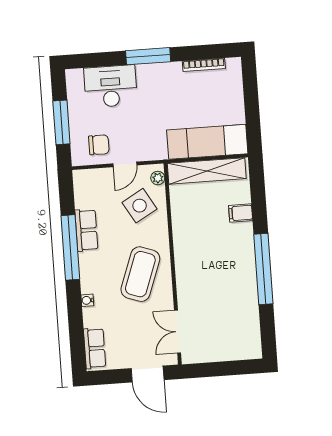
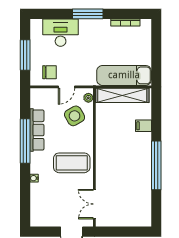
row of seats: (86, 230) -> (37, 130), width x1.48
coffee table: (140, 274) -> (72, 163), turned 70
row of seats: (95, 348) -> (37, 211), removed

